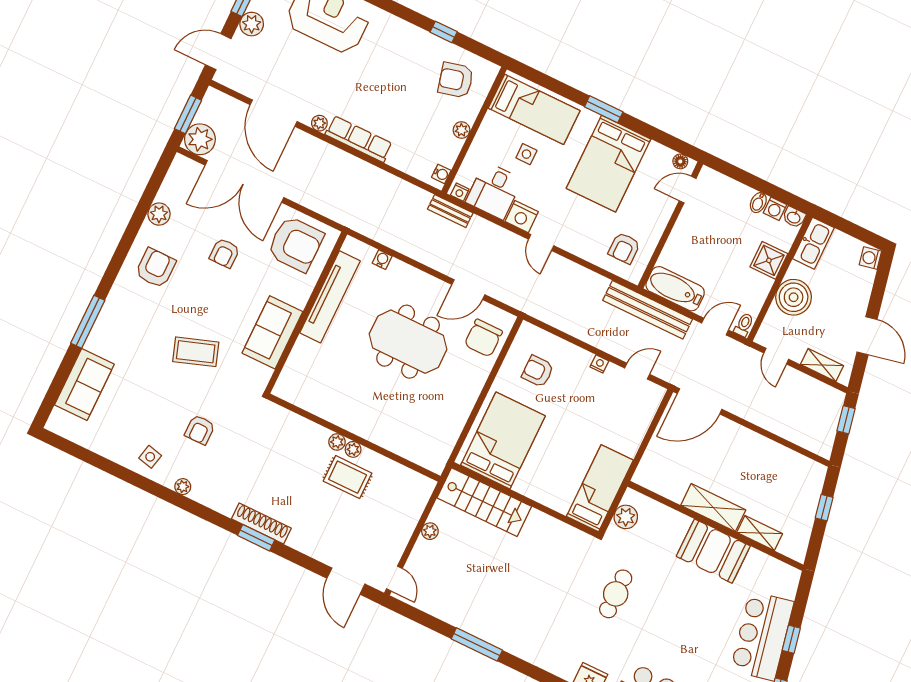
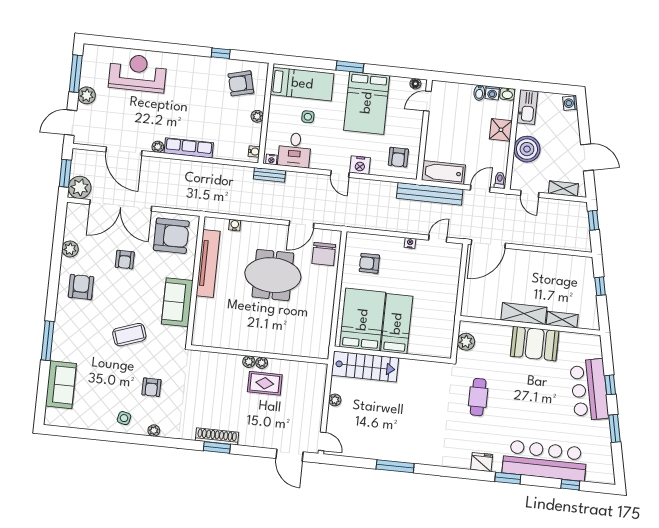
nightstand: (522, 217) -> (360, 165), moved
bed: (600, 488) -> (397, 324), moved

